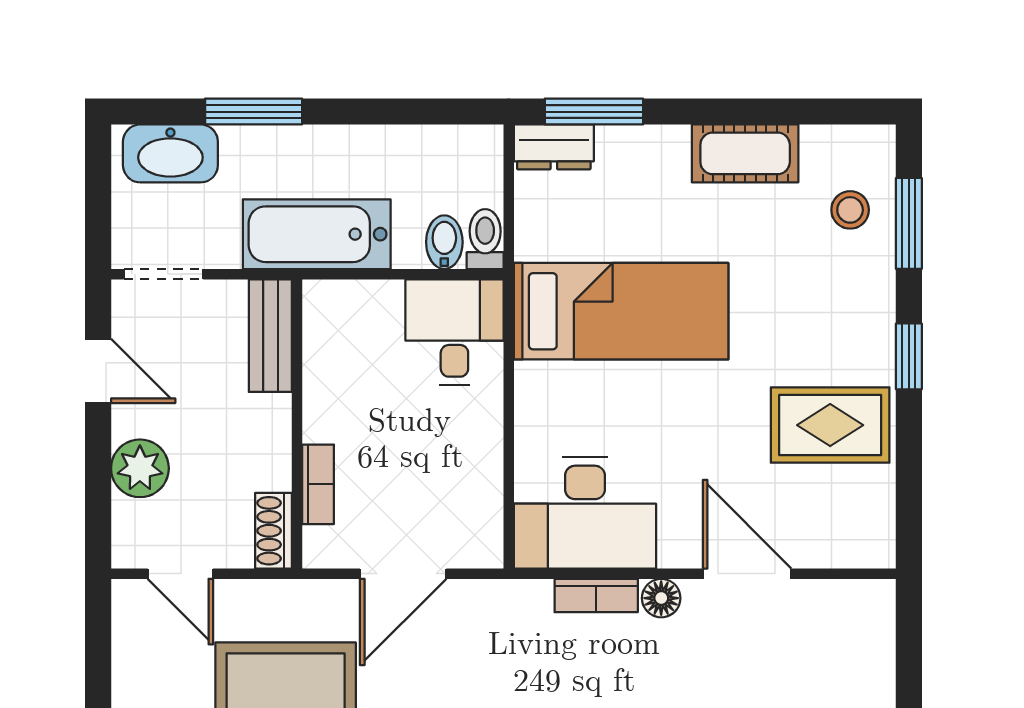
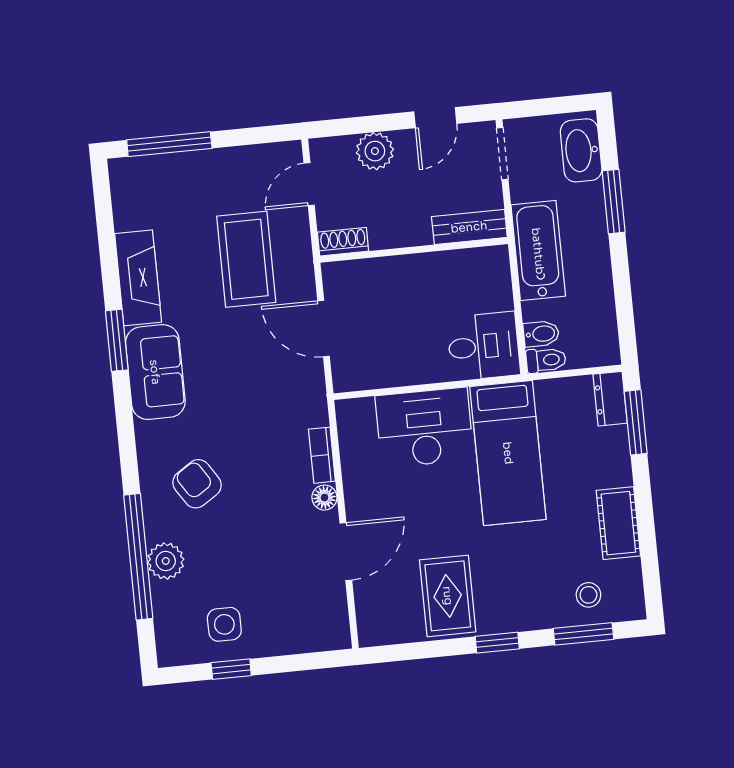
bookcase: (318, 484) -> (376, 268), removed
desk: (585, 513) -> (424, 428), moved, turned 90

